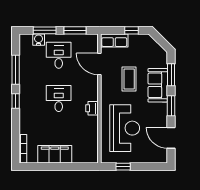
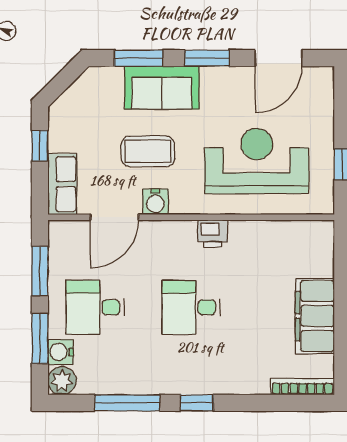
plant: (26, 40) -> (62, 381), added
water cooler: (106, 82) -> (155, 202), added

